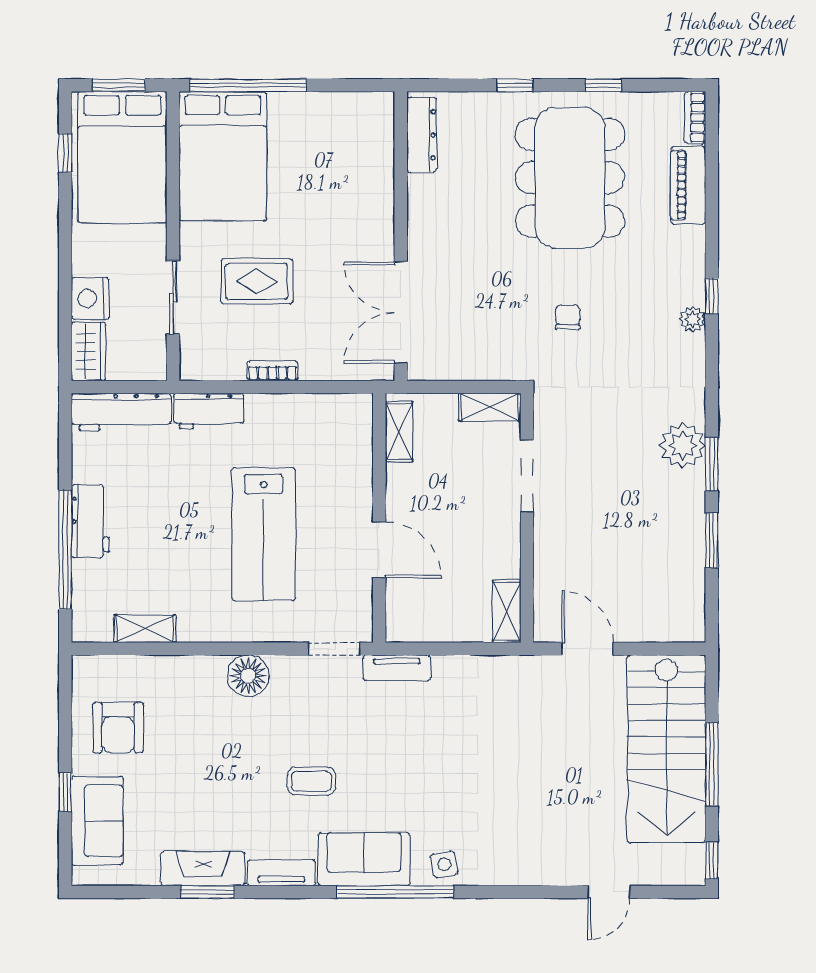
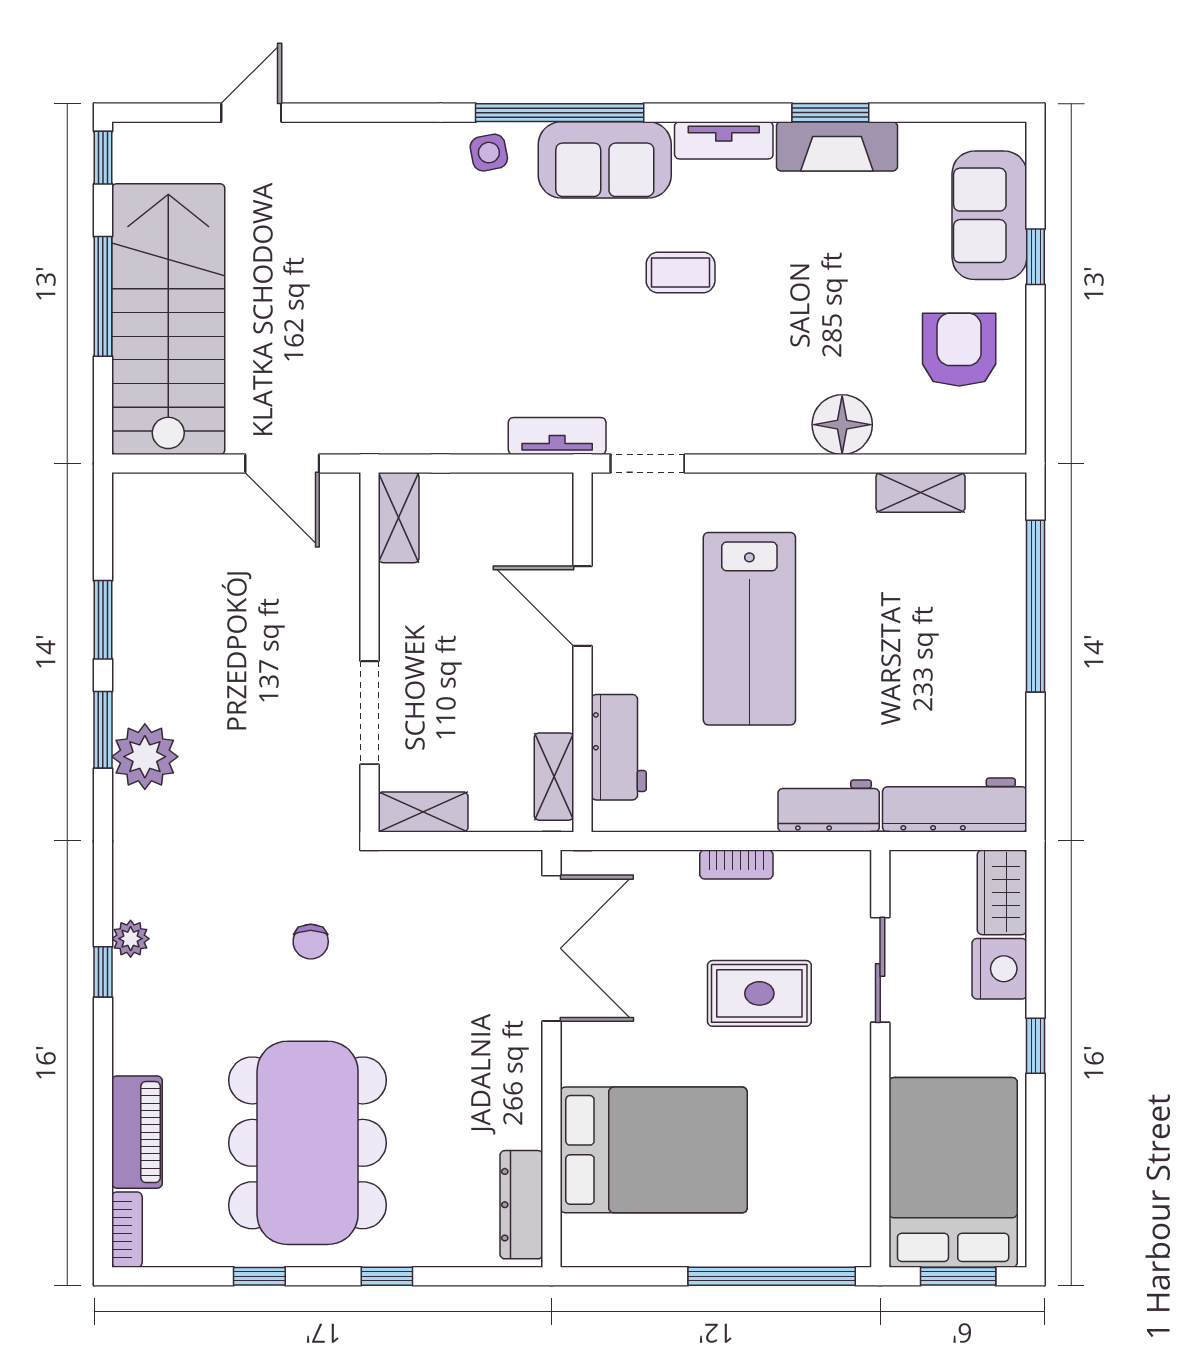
window: (65, 153) -> (1036, 1046), moved
bed: (223, 156) -> (654, 1150), moved, turned 90
workbench: (90, 521) -> (619, 747), moved, turned 180
lab bench: (264, 534) -> (749, 629), turned 180
floor lamp: (248, 676) -> (842, 425), moved

